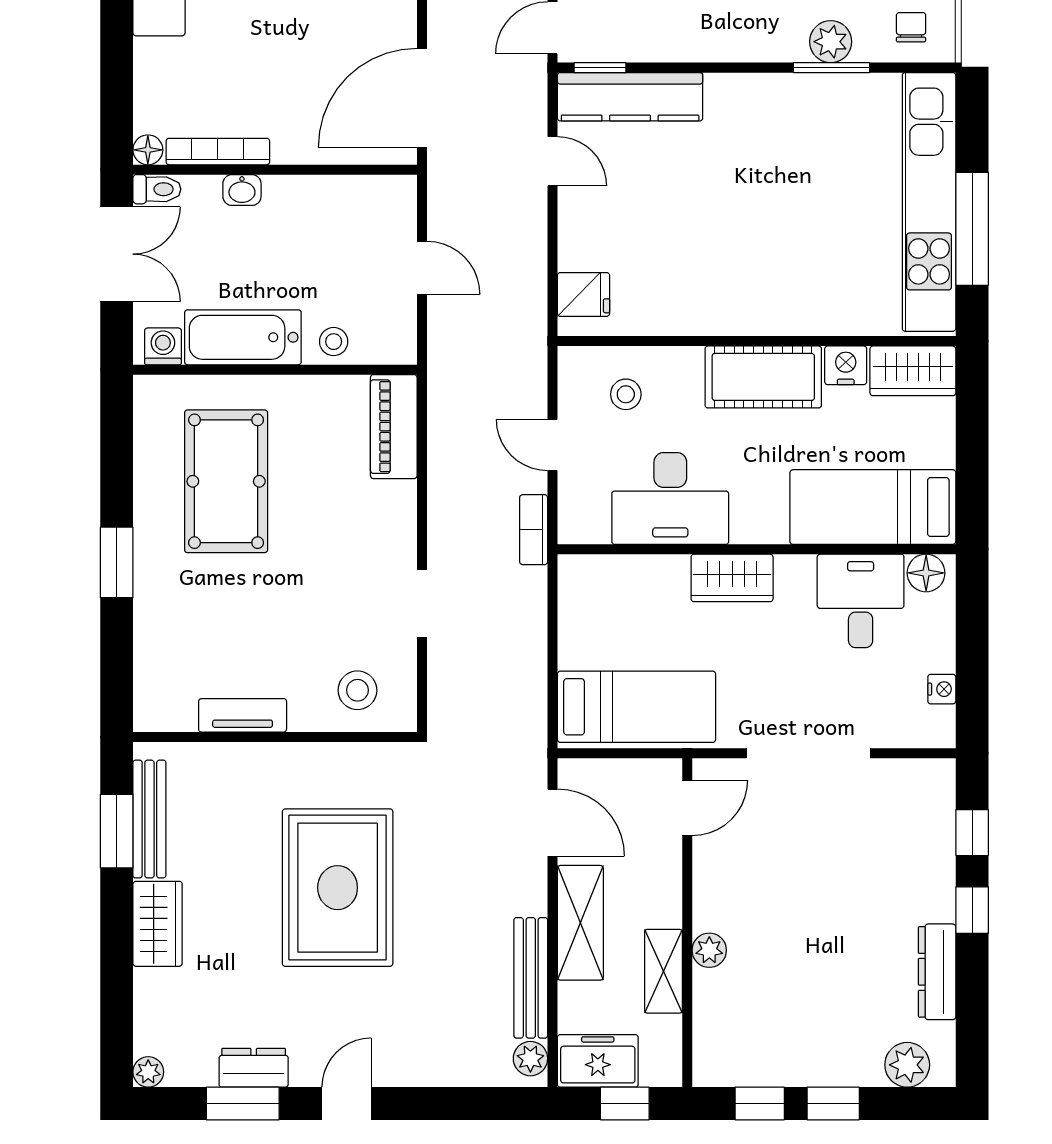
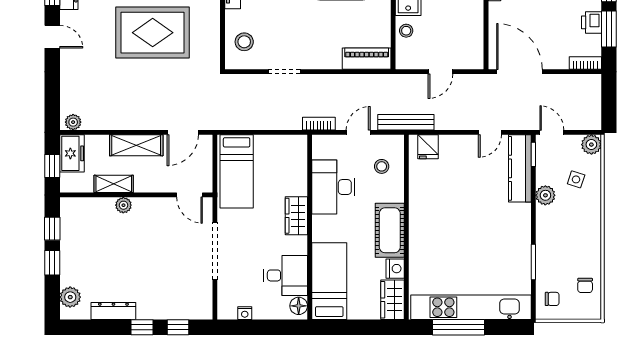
plant: (831, 42) -> (545, 195), moved
bench: (531, 978) -> (406, 122), moved

